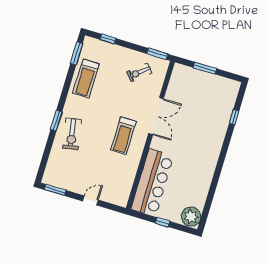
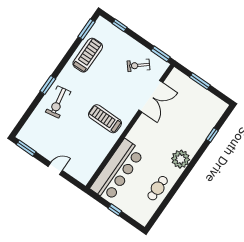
treadmill: (86, 78) -> (88, 55), turned 180
double door: (156, 116) -> (151, 96), moved
treadmill: (123, 136) -> (105, 119), turned 90
cafe table: (198, 187) -> (158, 188), added
plant: (191, 217) -> (181, 159), moved

